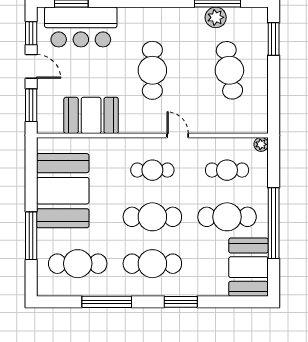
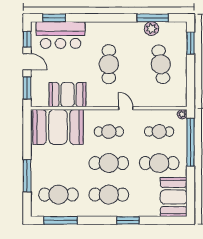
booth: (63, 191) -> (58, 127), moved, turned 90
window: (274, 223) -> (191, 142), moved
window: (107, 302) -> (61, 220), moved

